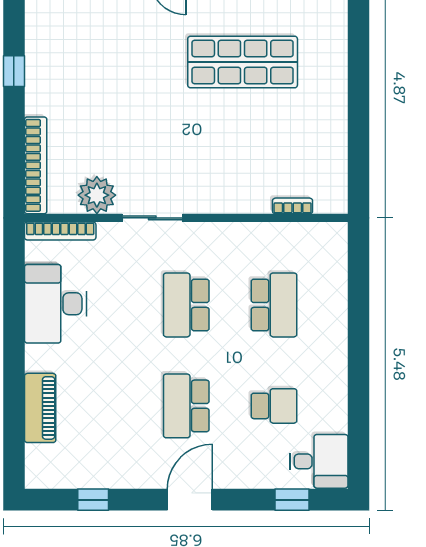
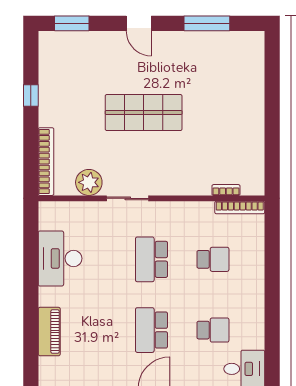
shop shelf: (243, 62) -> (144, 113), moved
bookcase: (60, 231) -> (240, 208), moved
school desk: (274, 305) -> (213, 259), width x0.54

